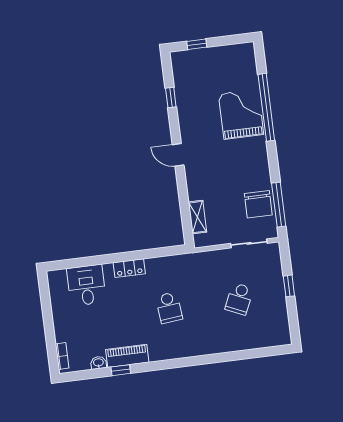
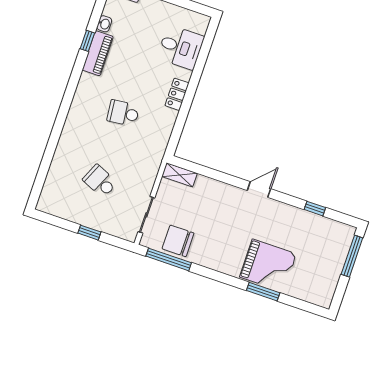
window: (197, 44) -> (352, 256), width x2.17
window: (266, 107) -> (263, 292), width x0.47
shelving: (197, 217) -> (179, 175), moved

